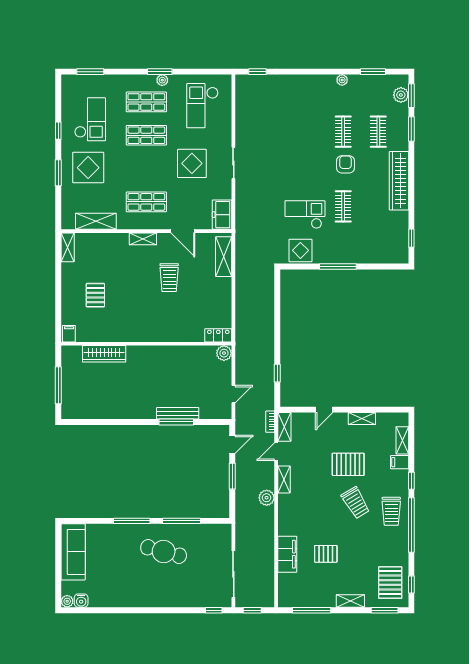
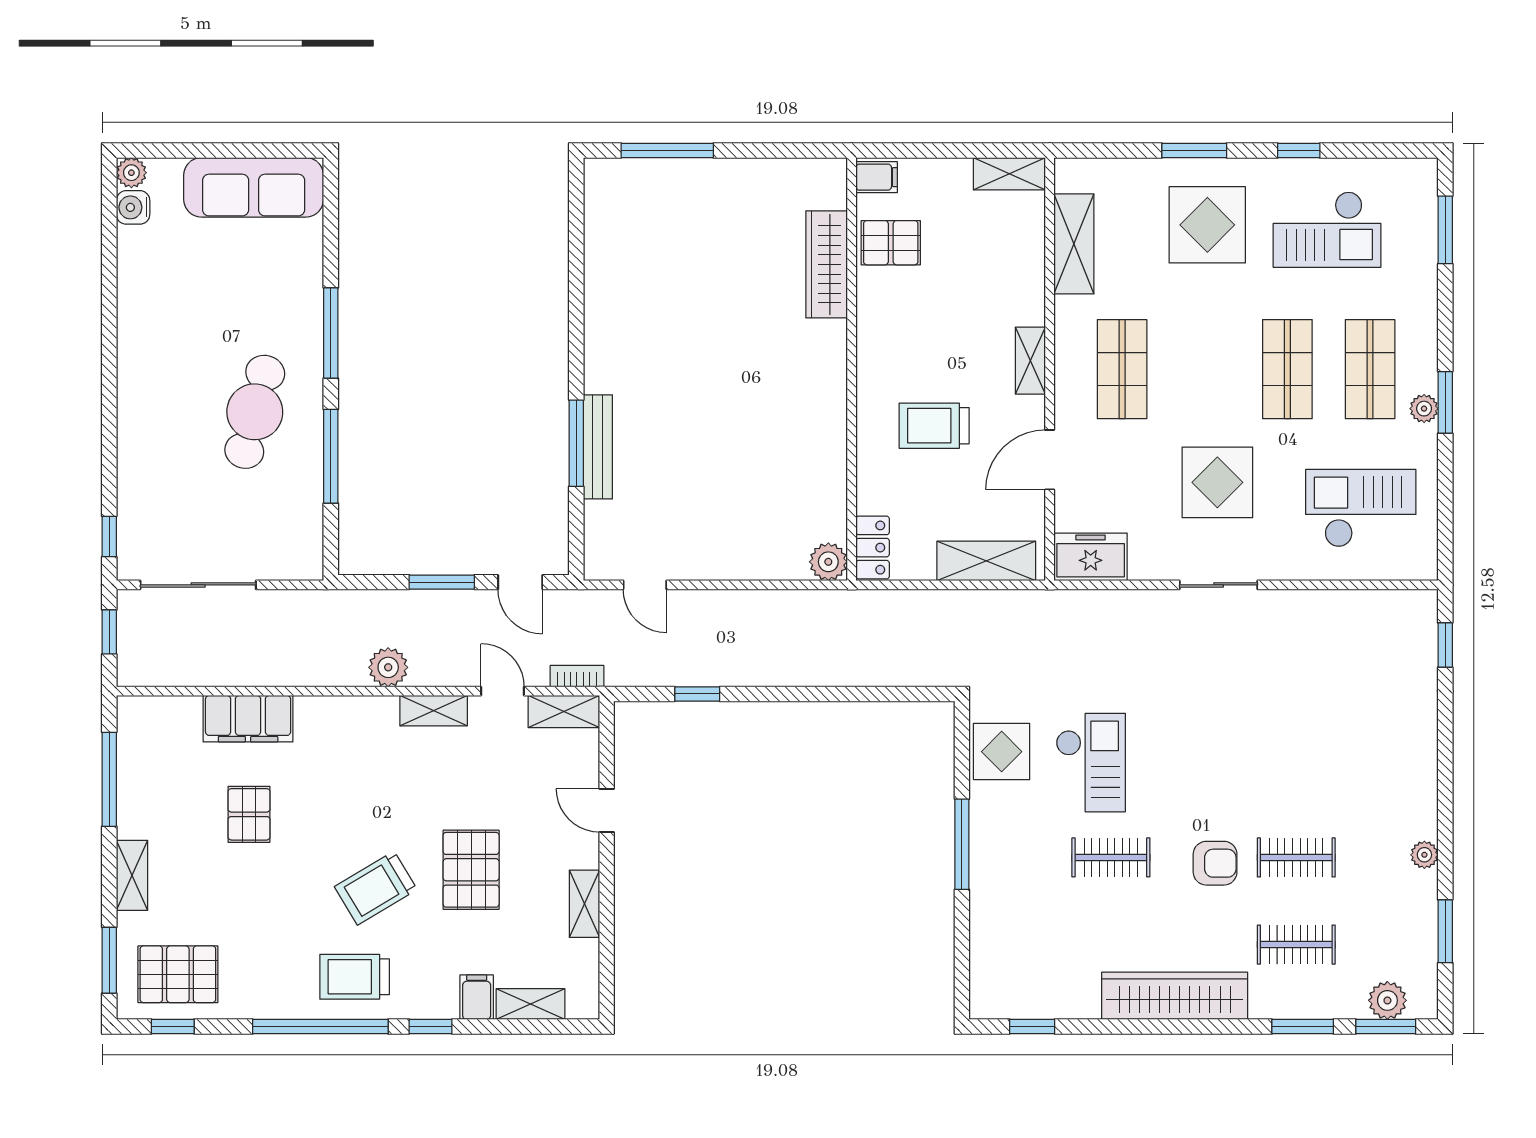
filing cabinet: (69, 334) -> (877, 177), moved
locker: (218, 335) -> (873, 548), moved
wall: (146, 344) -> (852, 369), moved
plant: (224, 353) -> (828, 562), moved
wardrobe: (104, 354) -> (827, 264), moved

